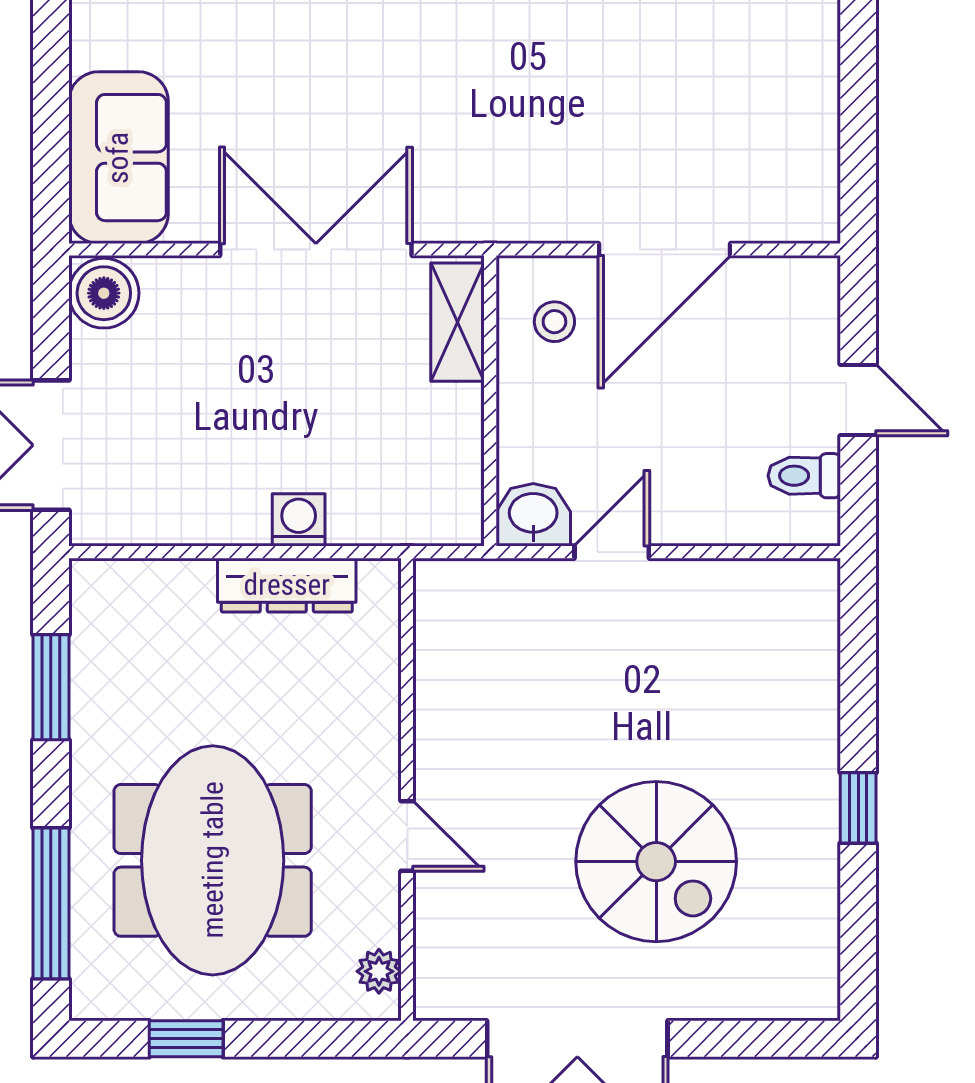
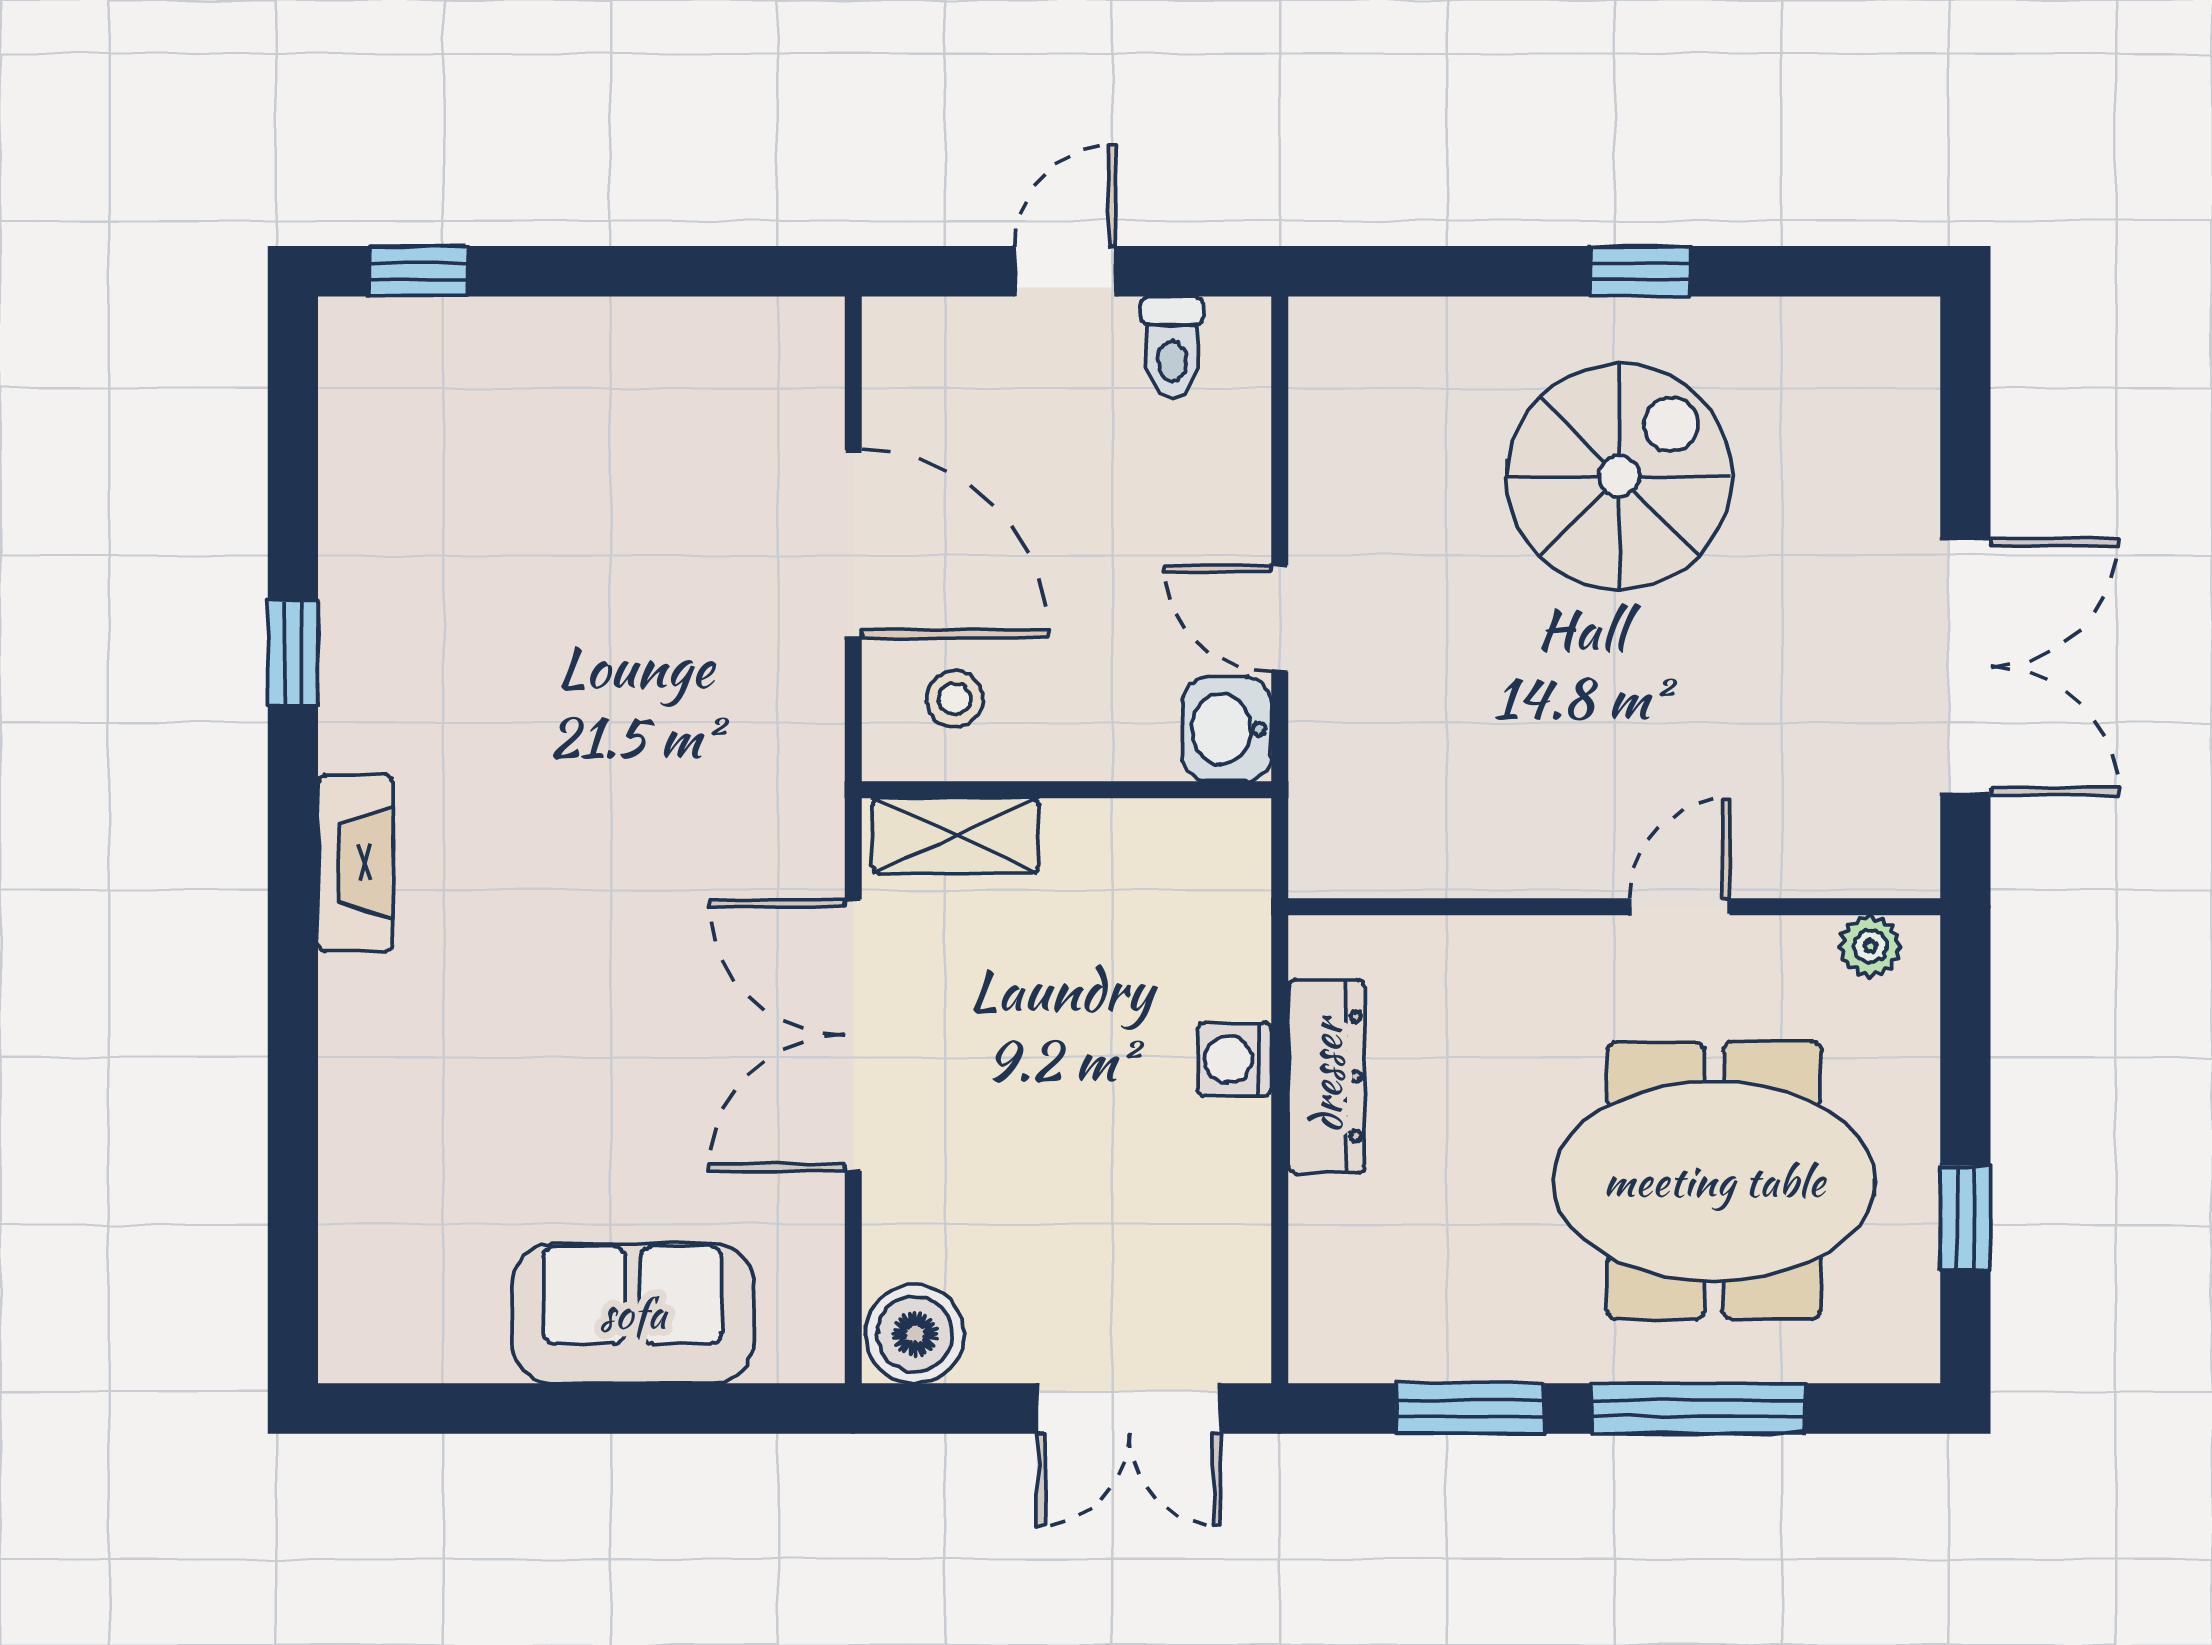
sofa: (118, 158) -> (633, 1313), moved
spiral stairs: (656, 862) -> (1619, 476), moved
window: (51, 903) -> (1698, 1408), moved

